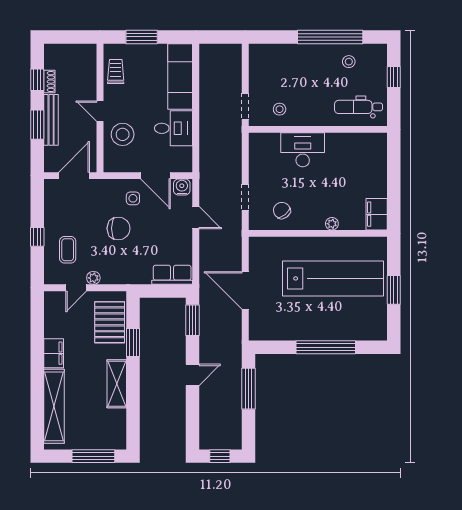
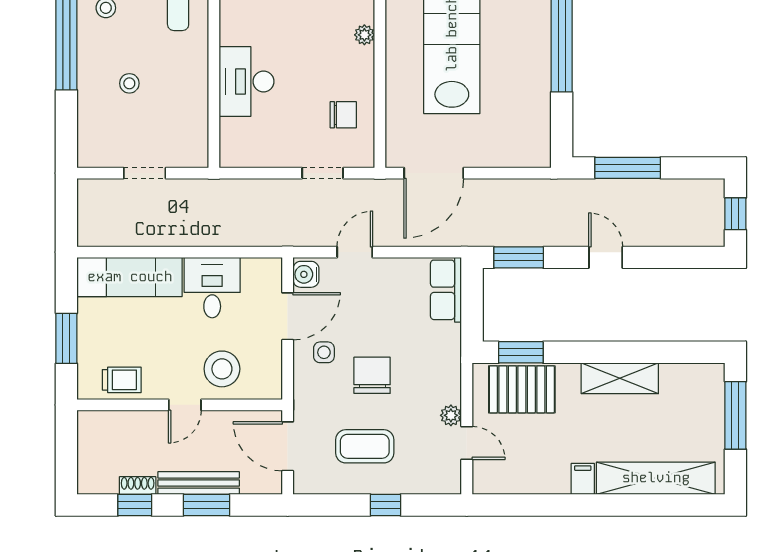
trolley: (116, 72) -> (122, 380), turned 180
doorway: (245, 106) -> (145, 173), moved
stool: (280, 109) -> (129, 83), moved
chair: (282, 210) -> (343, 115), turned -142
coffee table: (68, 250) -> (365, 446), moved, width x1.36, depth x1.30
door: (245, 290) -> (434, 173), moved
window: (133, 343) -> (521, 352), moved
filing cabinet: (54, 353) -> (583, 479), width x0.50

